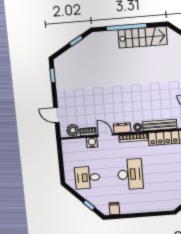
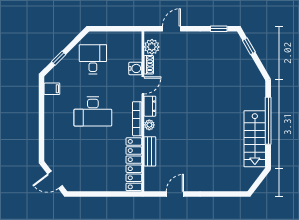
window: (76, 41) -> (249, 46), moved
bench: (160, 125) -> (150, 151), width x0.73

